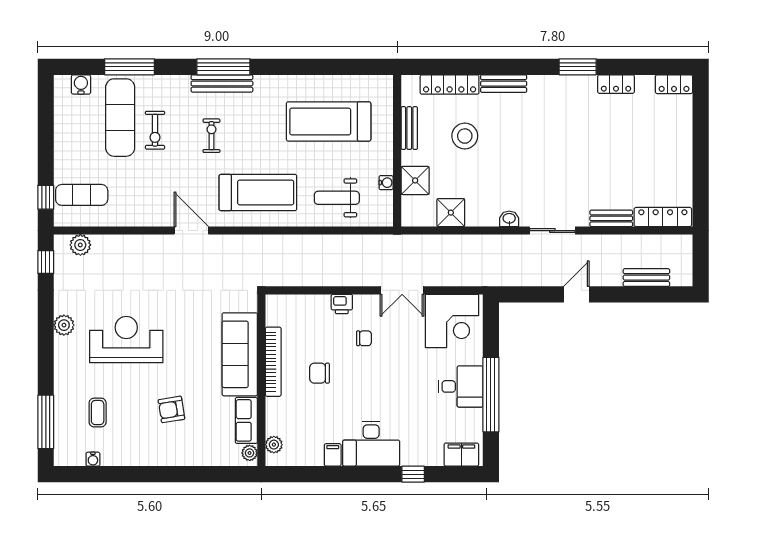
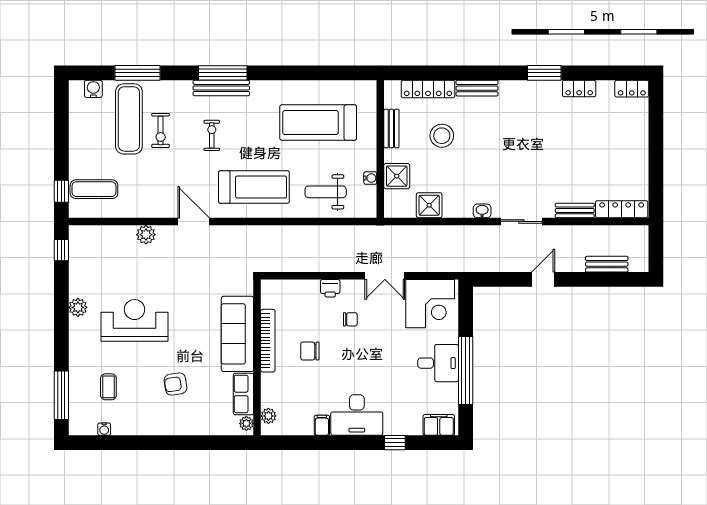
plant: (80, 245) -> (146, 235), moved

